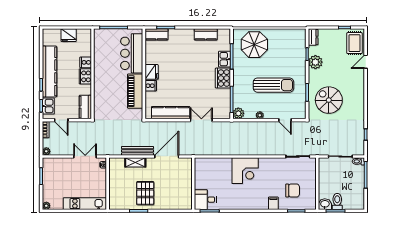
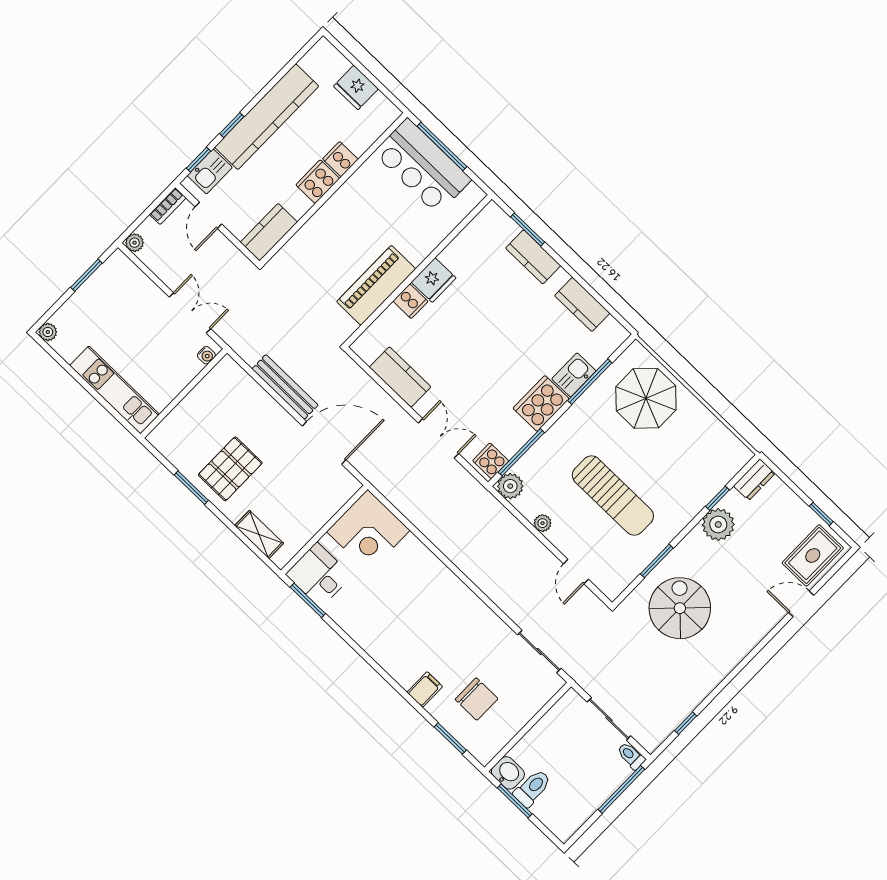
kitchen counter: (156, 34) -> (533, 257), moved
bar counter: (132, 53) -> (422, 166), moved, turned -90
cooker: (225, 111) -> (491, 461), added
kitchen counter: (171, 113) -> (400, 377), width x0.67
shelving: (135, 162) -> (259, 534), moved
corner desk: (245, 171) -> (368, 531), moved

